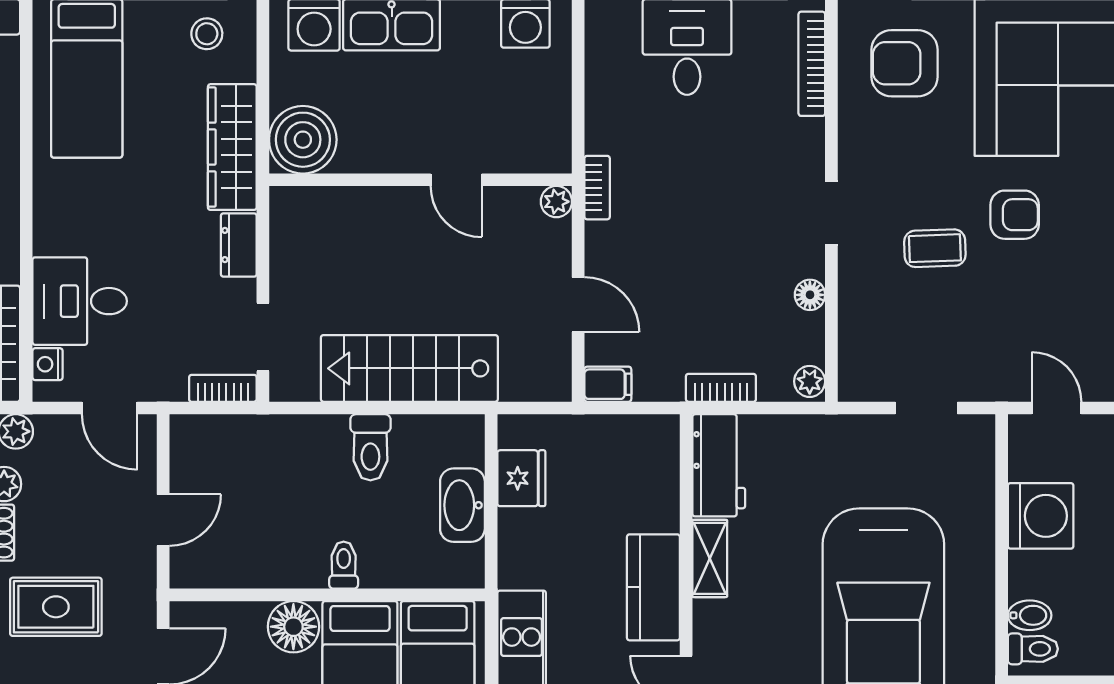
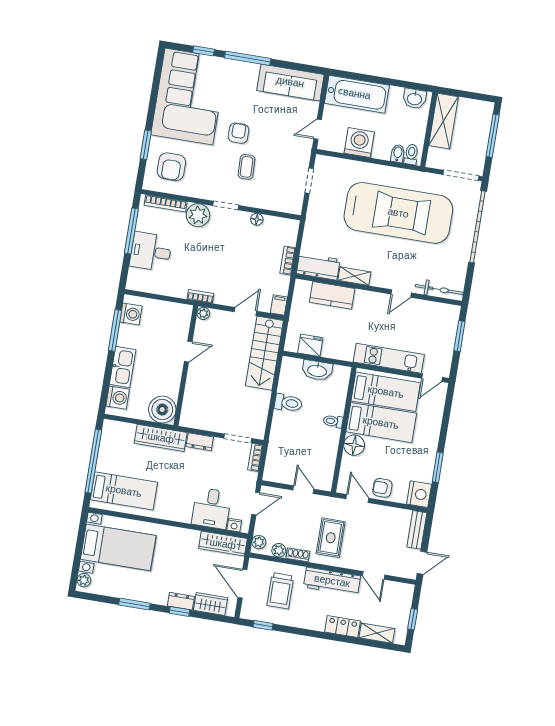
stool: (207, 34) -> (114, 441), removed
stairs: (409, 368) -> (264, 353), moved
plant: (810, 381) -> (198, 215), moved, width x1.88, depth x1.88
kitchen counter: (653, 587) -> (332, 295), moved

